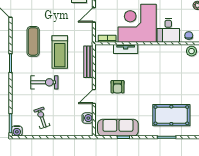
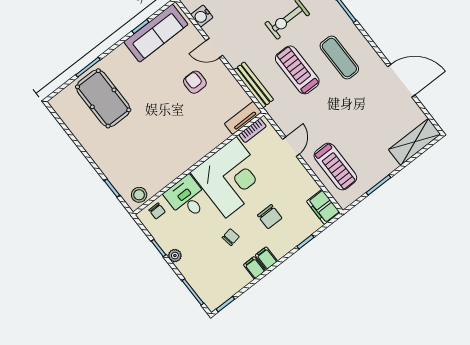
tv unit: (126, 49) -> (243, 118), moved
door: (94, 97) -> (214, 48), swing flipped
pool table: (171, 115) -> (103, 98), turned 90

